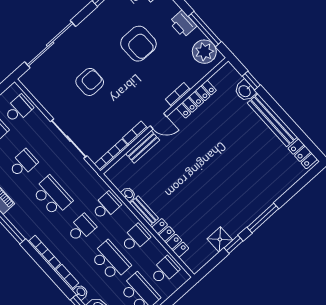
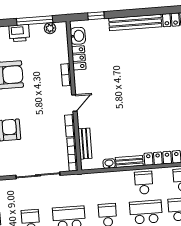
plant: (204, 52) -> (50, 28), width x0.53, depth x0.53
washbasin: (245, 91) -> (78, 36), moved, turned -90
locker: (196, 99) -> (79, 58), width x0.66
bench: (143, 147) -> (85, 144), moved
school desk: (106, 206) -> (105, 186), removed

